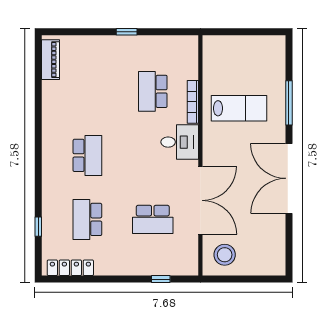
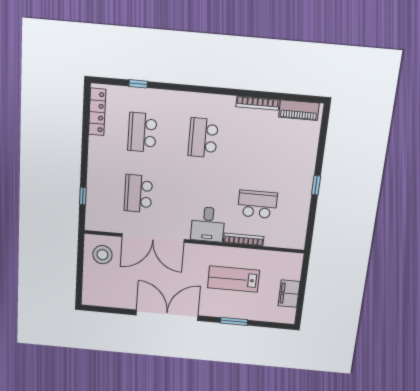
filing cabinet: (250, 45) -> (289, 294), added
bookcase: (47, 103) -> (258, 103), added
window: (289, 103) -> (234, 321), width x0.69
lab bench: (239, 108) -> (233, 279), turned 90
school desk: (87, 155) -> (203, 138), turned 90
school desk: (87, 219) -> (142, 132), turned -90

